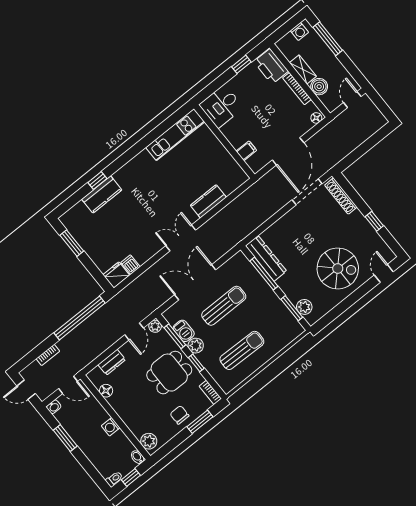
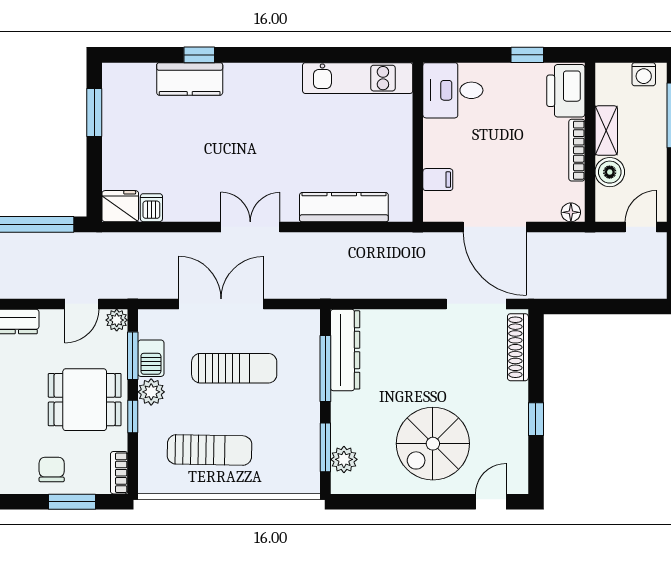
door: (288, 151) -> (495, 227), hinge flipped
kitchen counter: (208, 201) -> (344, 207), width x1.50
spiral stairs: (338, 268) -> (433, 444), turned 90

